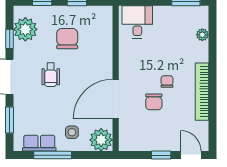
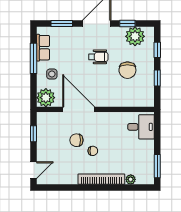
chair: (67, 39) -> (127, 70), turned 90
wheelchair: (51, 75) -> (98, 57), turned 180
bookcase: (202, 92) -> (101, 179), moved
window: (161, 155) -> (33, 134), moved

